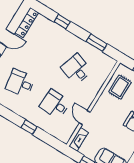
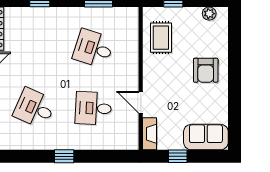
desk: (20, 83) -> (34, 108), turned 33
window: (29, 127) -> (64, 156), moved

